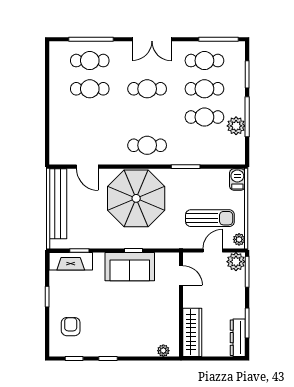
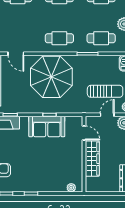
cafe table: (204, 117) -> (101, 38), moved
wardrobe: (192, 332) -> (92, 159), moved

